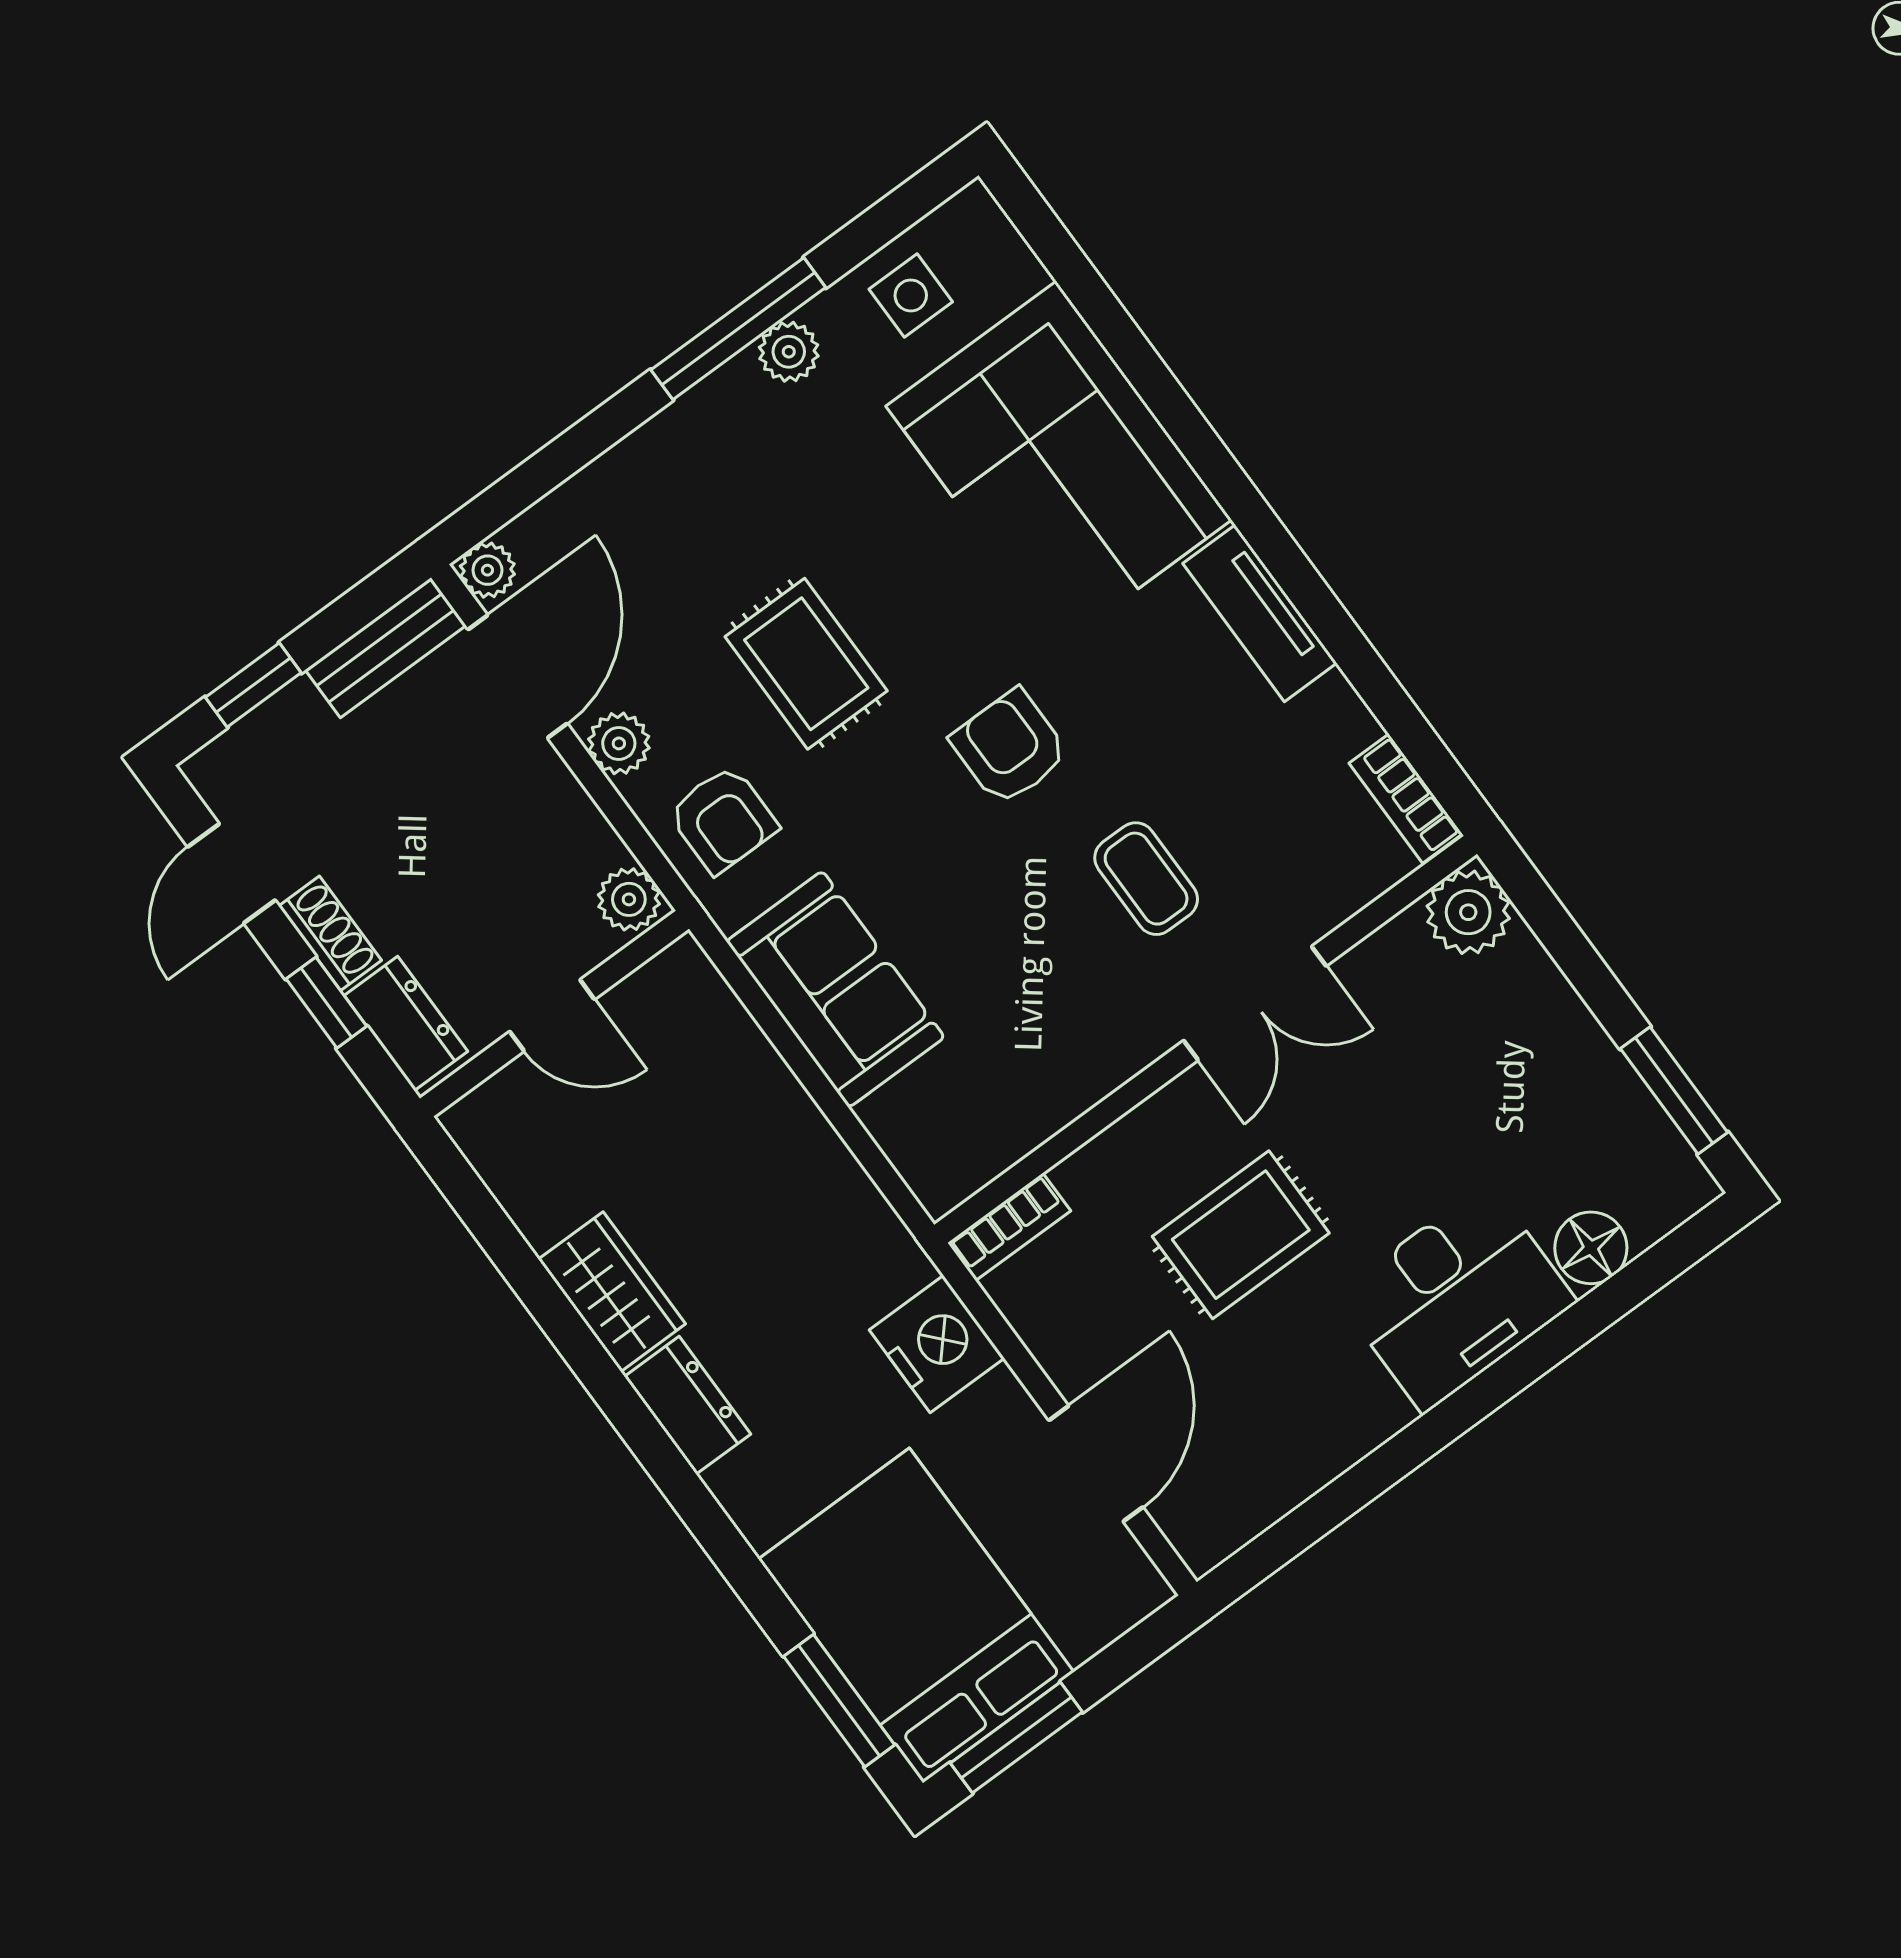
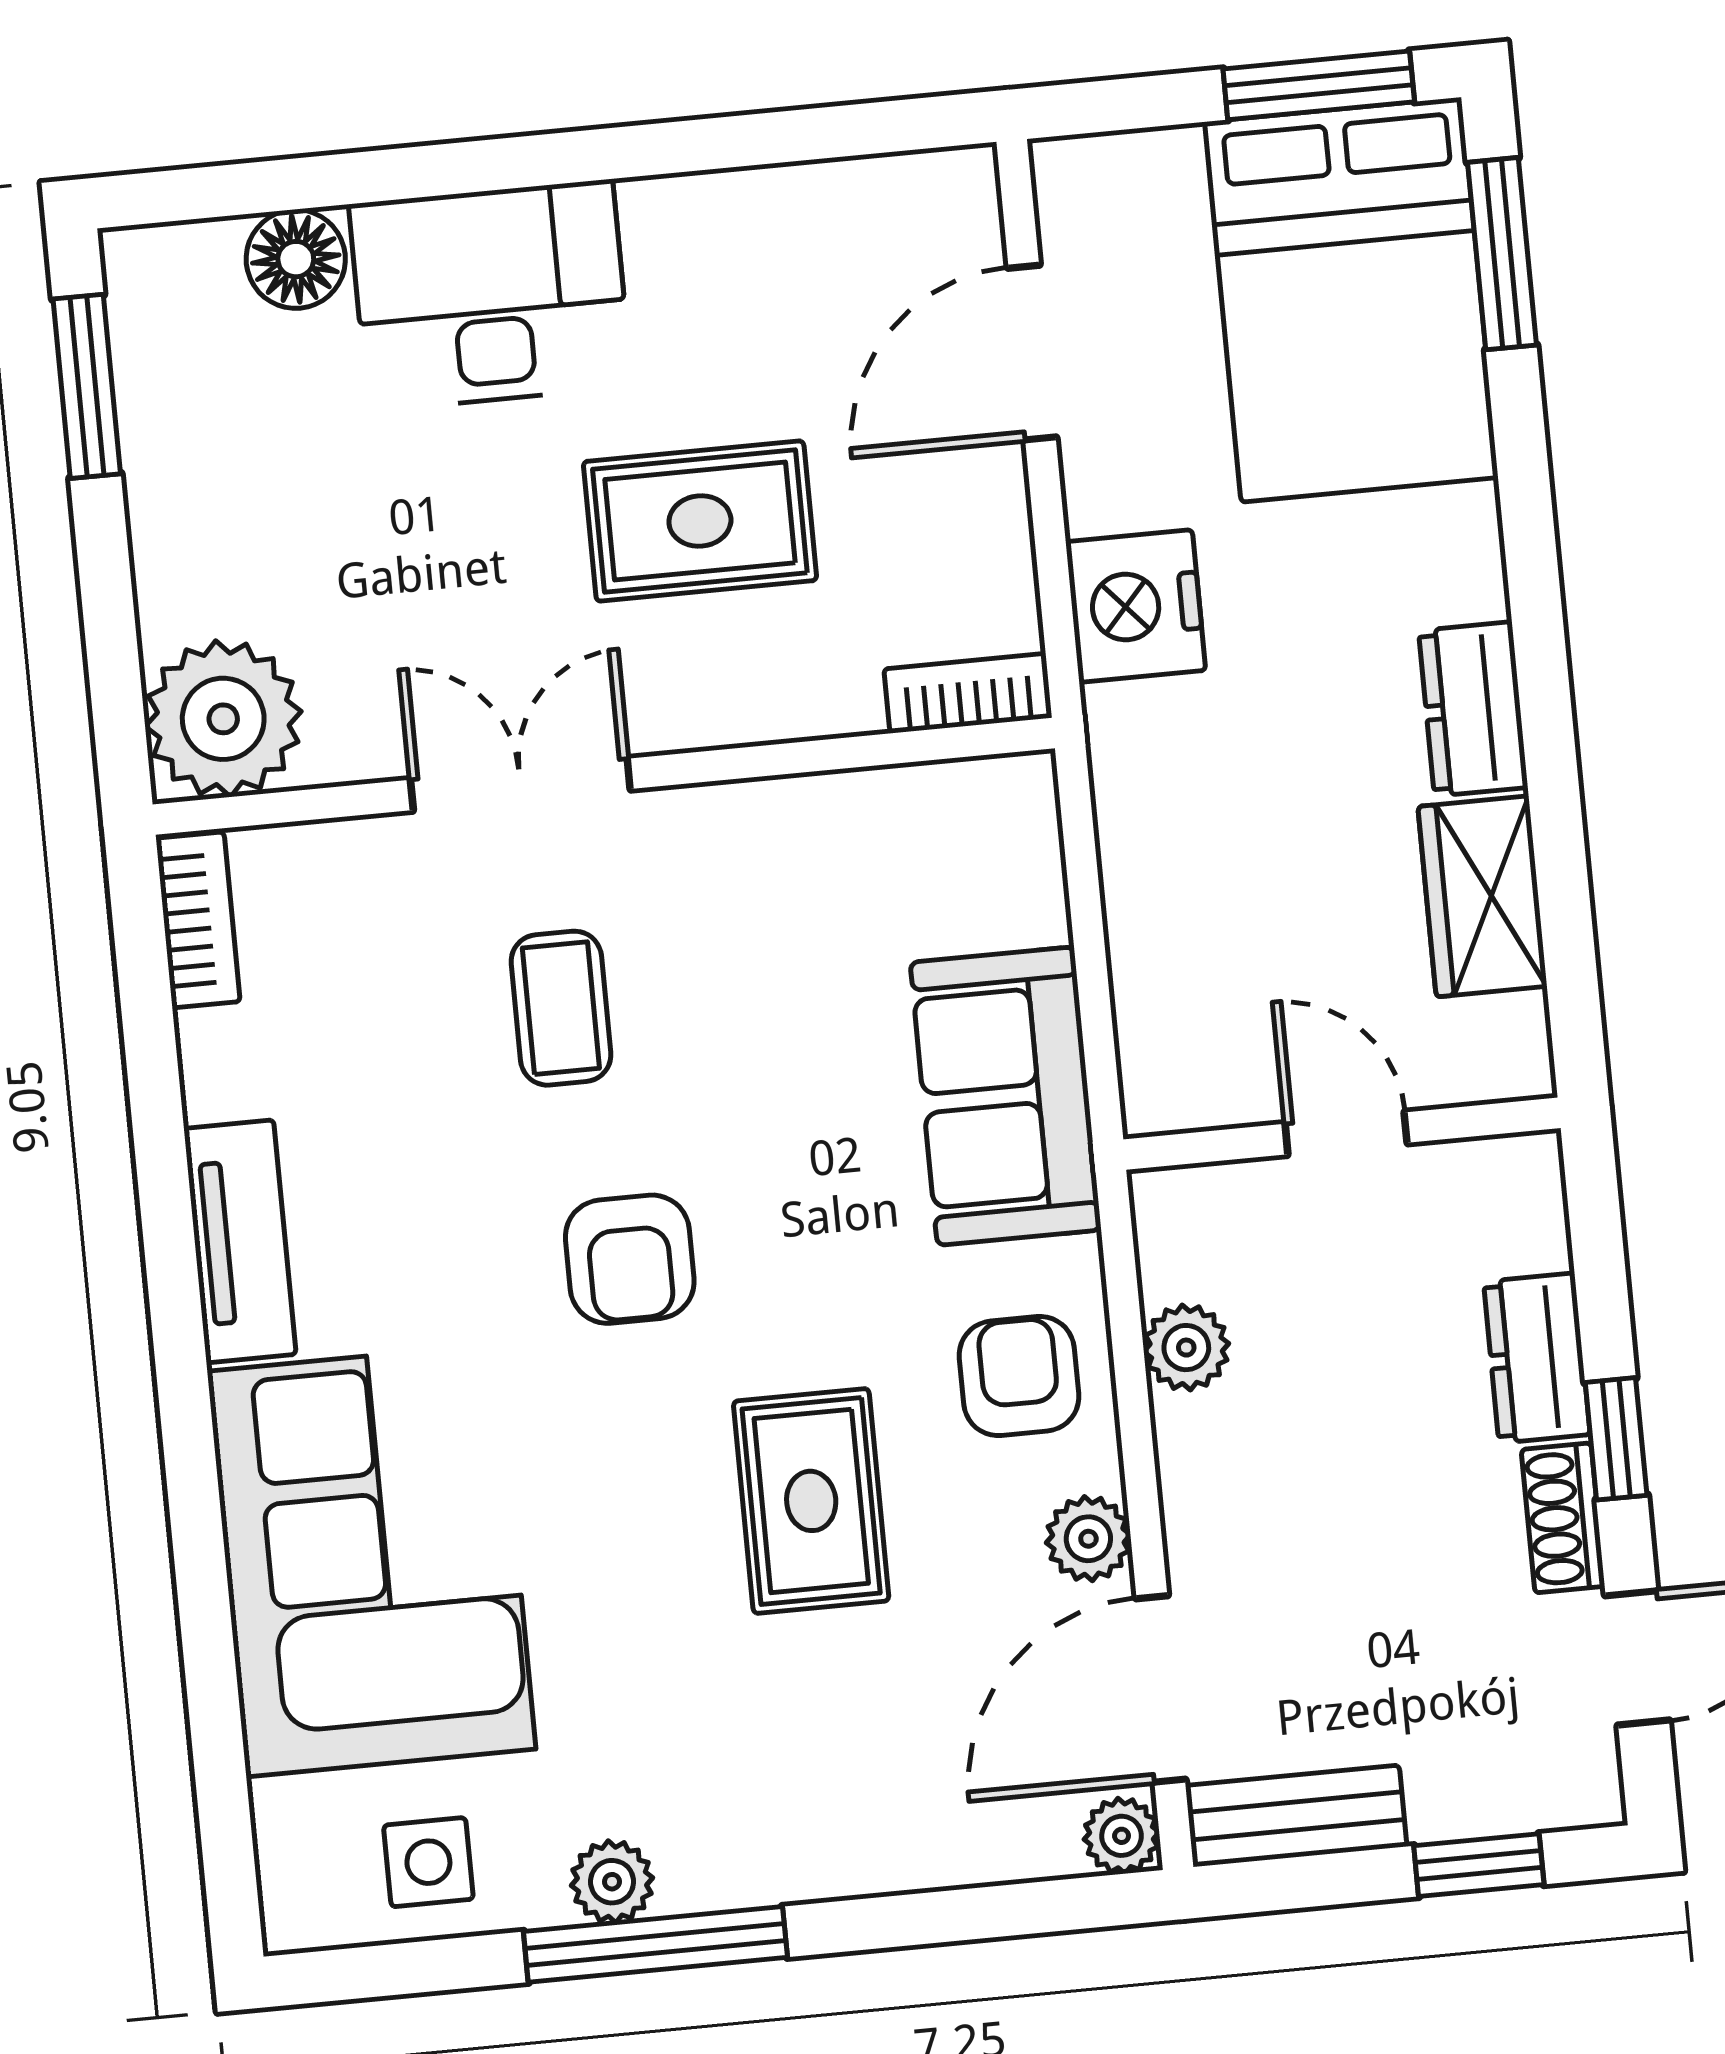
plant: (1468, 912) -> (223, 719), width x1.36, depth x1.36
wall: (554, 1014) -> (1342, 1134), moved
door: (552, 1015) -> (1346, 1133), moved

